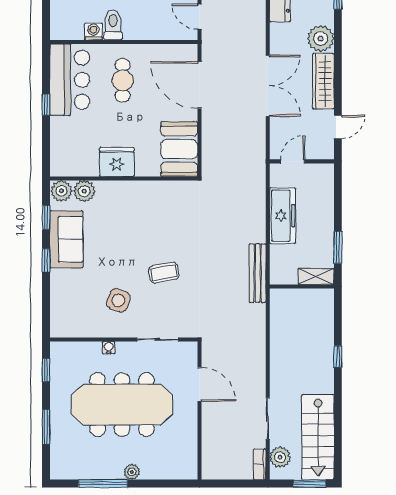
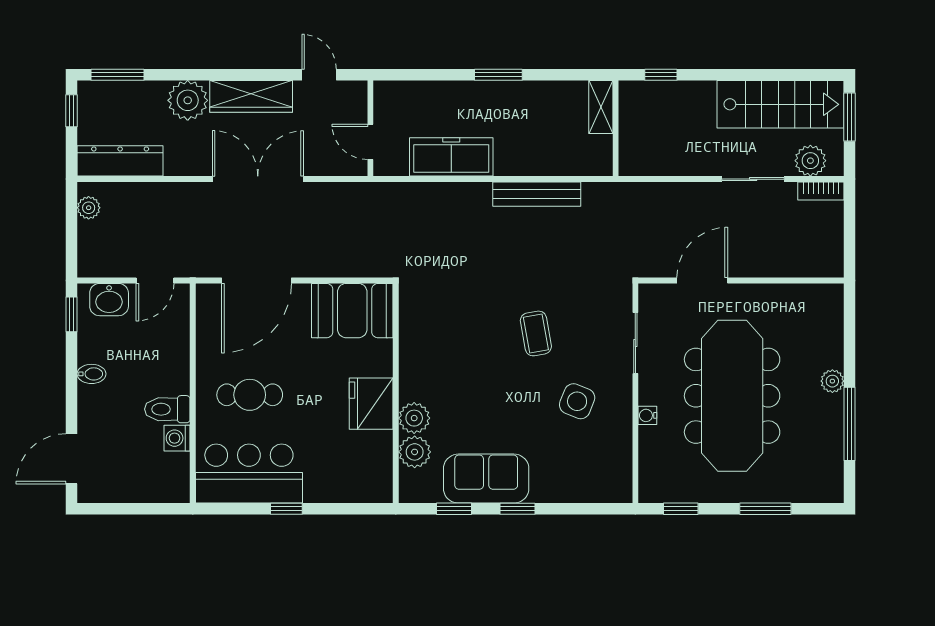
plant: (61, 191) -> (414, 418), moved
shelving: (316, 276) -> (601, 107), moved
wall: (302, 286) -> (616, 128), moved

